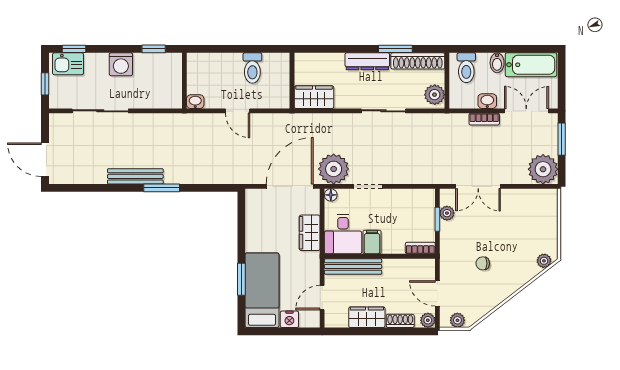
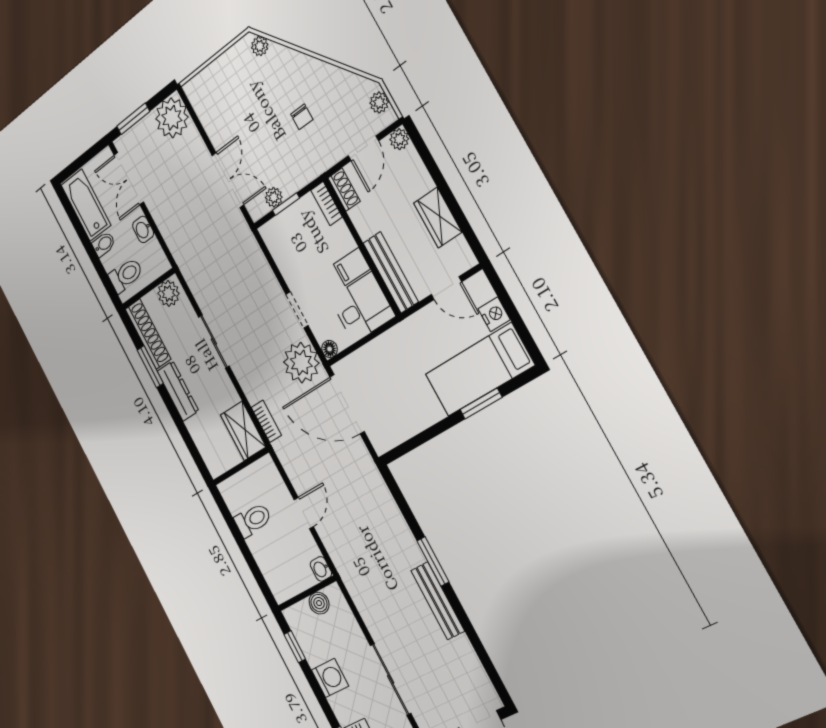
boiler: (174, 86) -> (319, 603), added
bookcase: (484, 119) -> (266, 421), moved
wardrobe: (310, 233) -> (383, 349), removed
shoe rack: (400, 321) -> (344, 190), moved, turned 180

